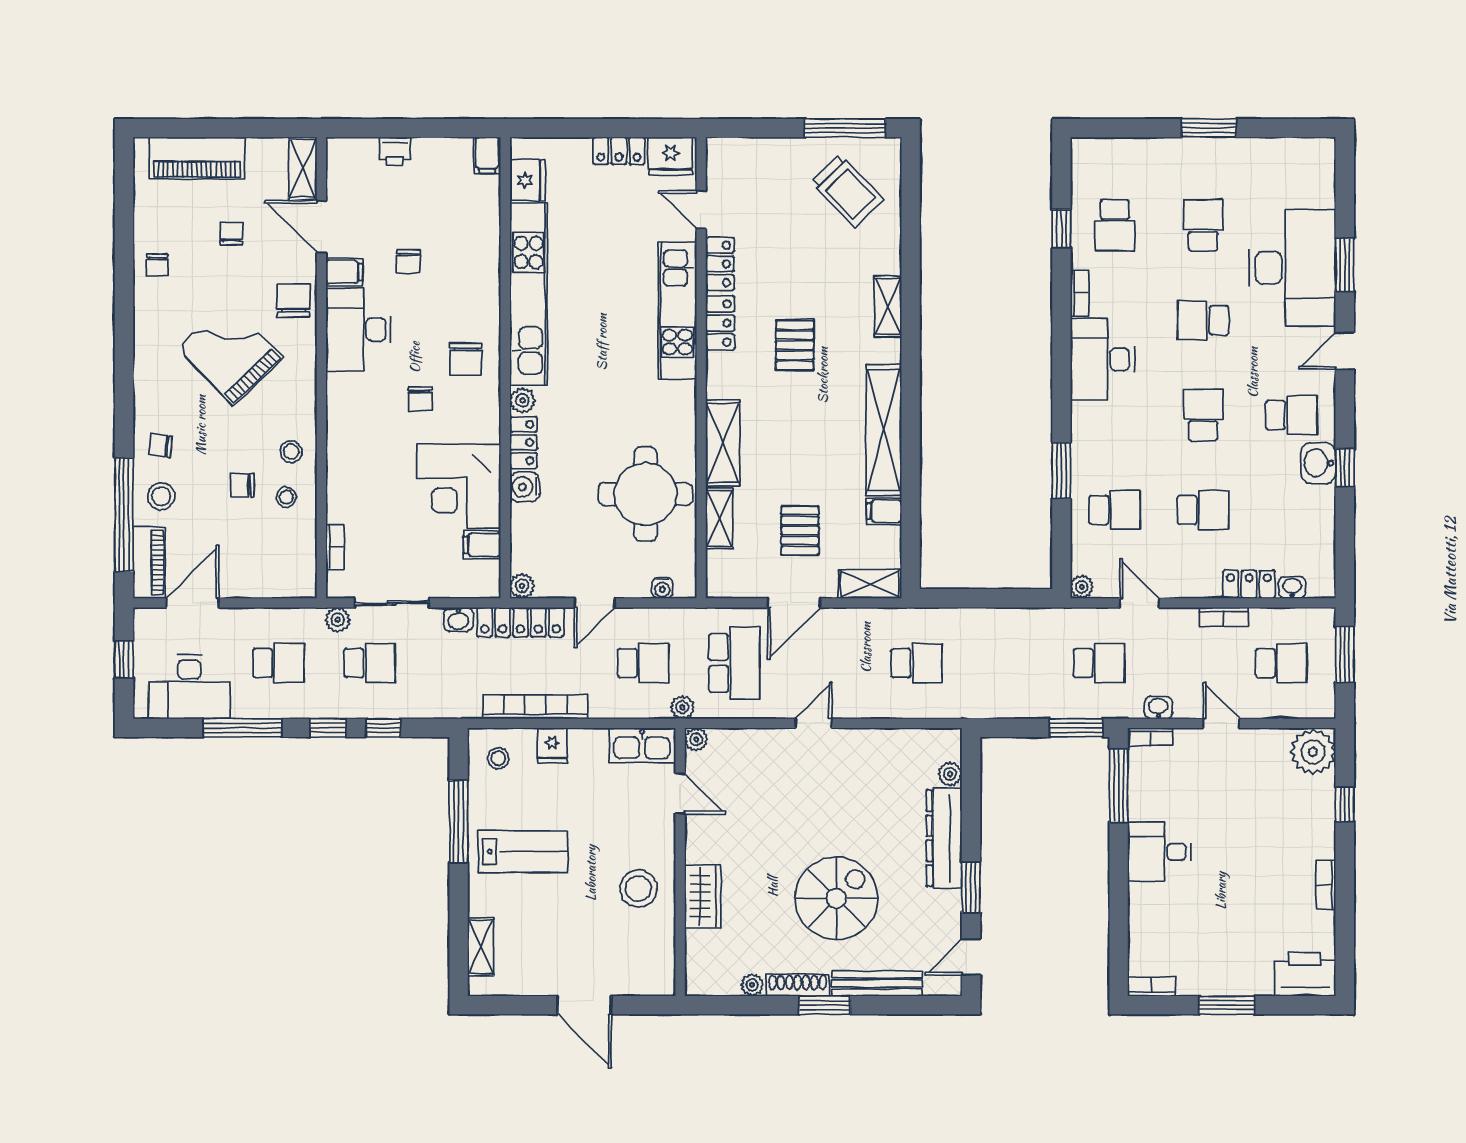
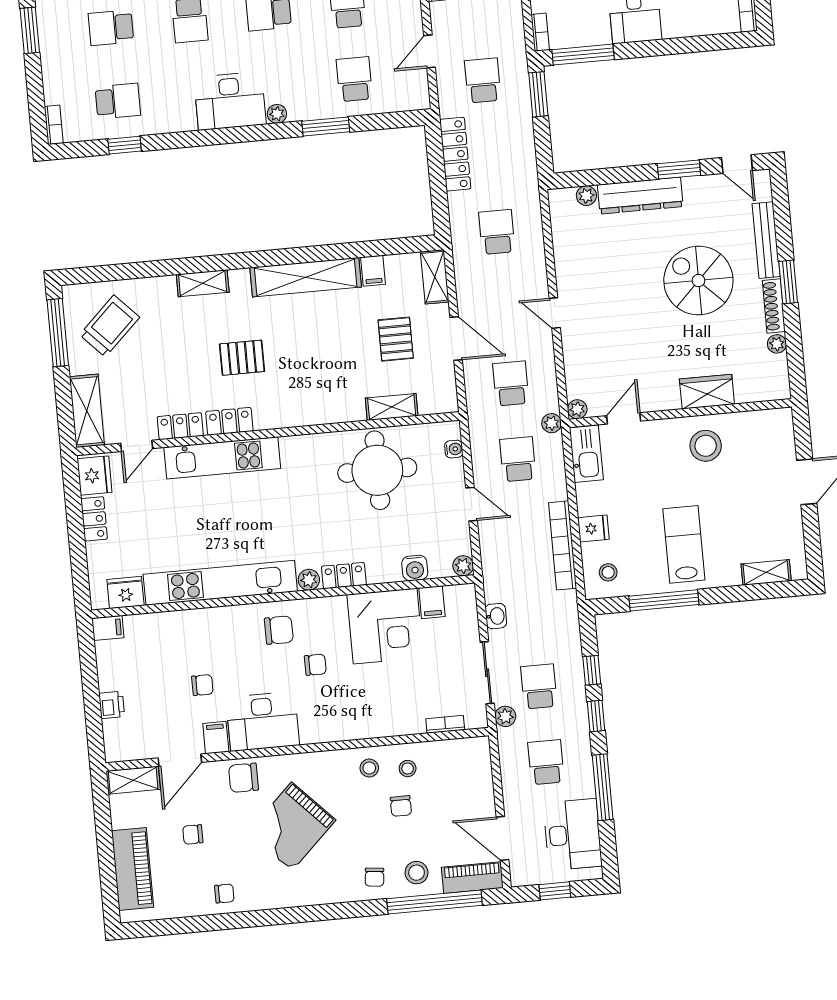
bookcase: (1080, 293) -> (54, 125), moved, turned 90
shelving: (723, 443) -> (87, 411), moved, turned 90
water cooler: (525, 487) -> (415, 568), moved
pallet: (800, 531) -> (396, 339), turned 90
plant: (1082, 587) -> (277, 114), moved
locker: (520, 622) -> (455, 154), moved
school desk: (734, 663) -> (511, 383), width x0.54
washbasin: (1158, 708) -> (515, 28), removed

